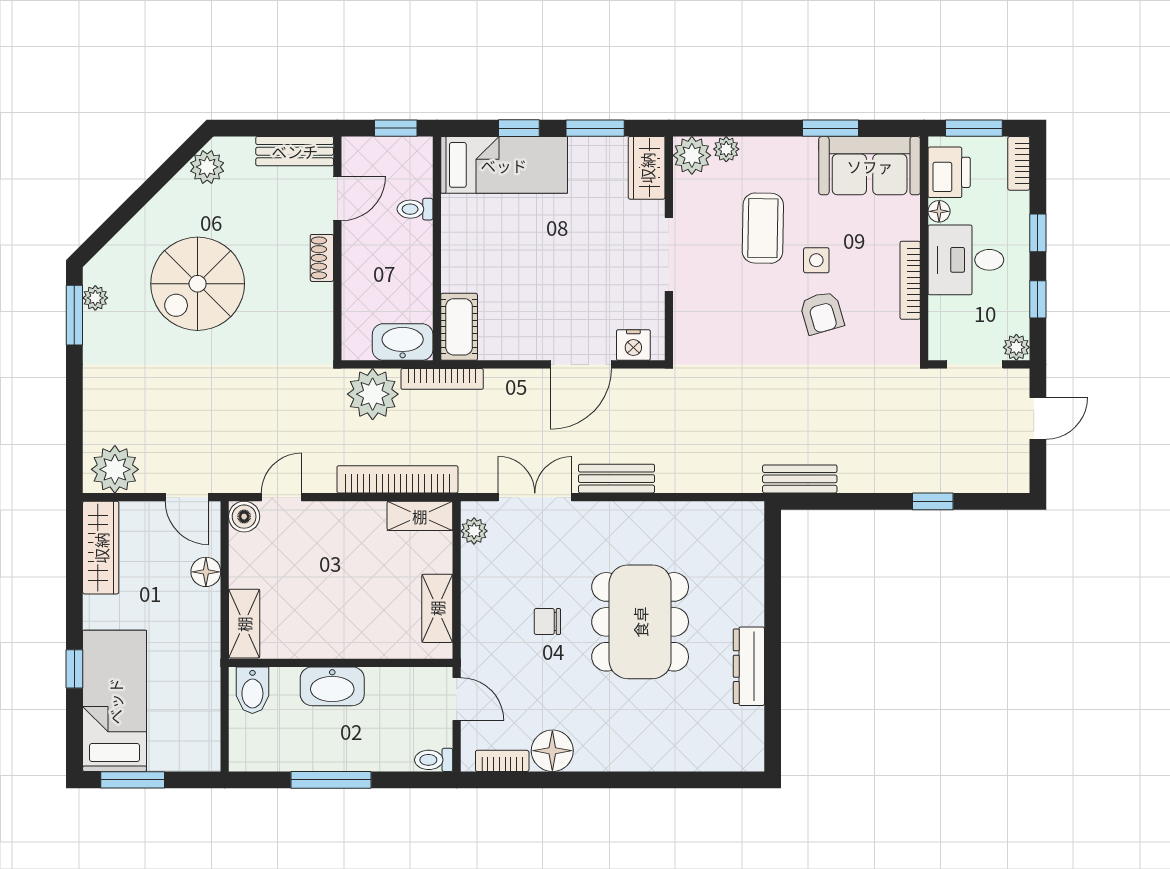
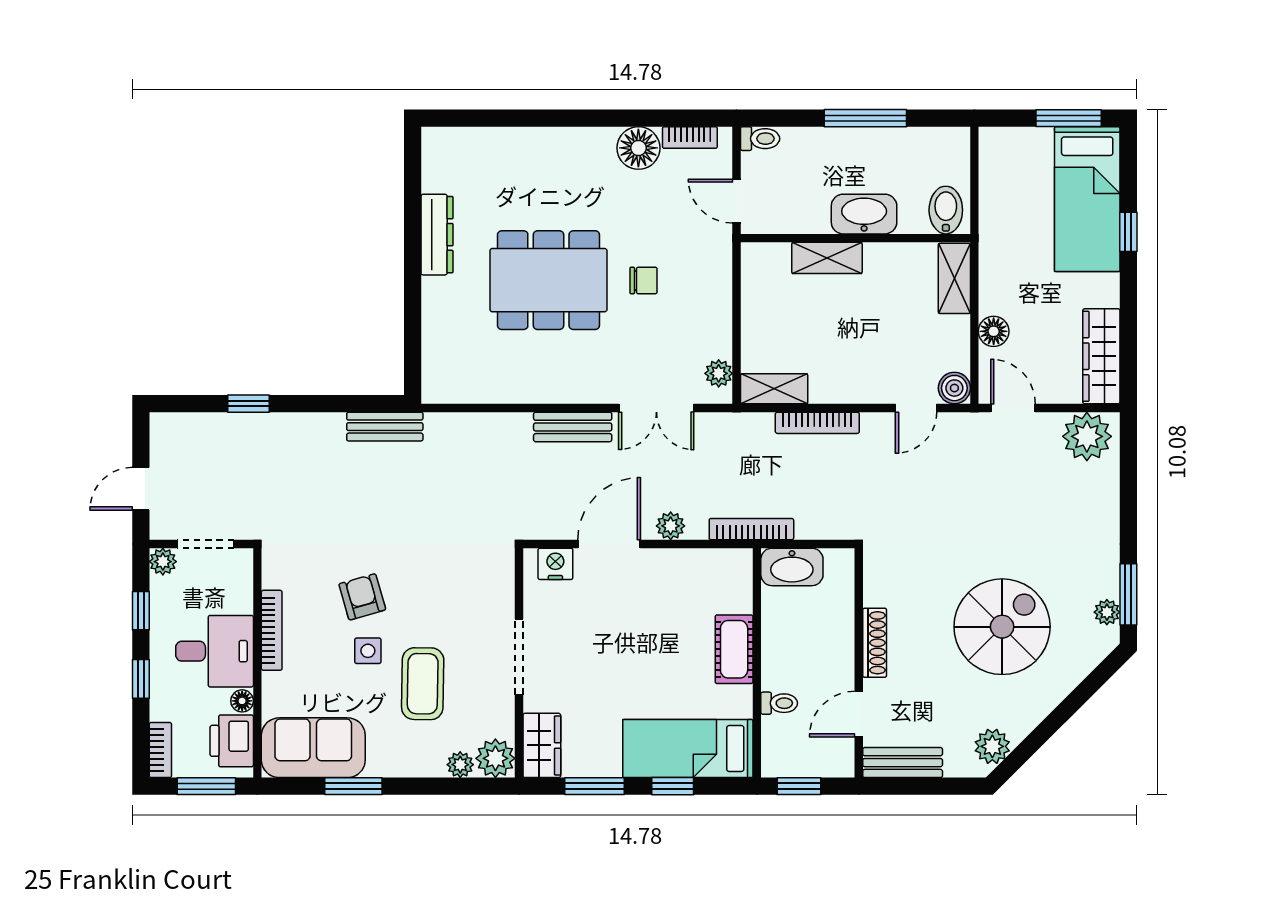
shoe rack: (322, 258) -> (875, 643), width x1.43
cot: (459, 327) -> (734, 649), moved
plant: (373, 394) -> (671, 526), moved, width x0.53, depth x0.53
bookcase: (397, 479) -> (817, 423), width x0.68, depth x0.76
shelving: (437, 608) -> (827, 258), moved, turned 90
dining table: (640, 622) -> (548, 280), turned 90

